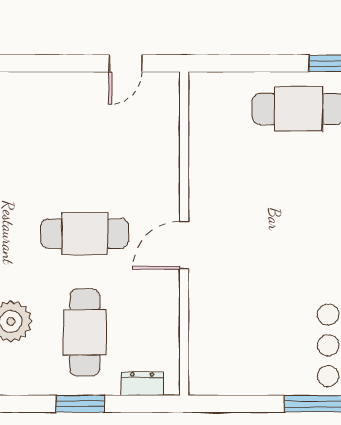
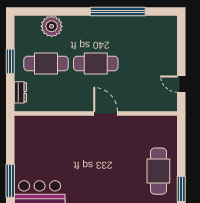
cafe table: (85, 234) -> (96, 64), turned 90
door: (184, 245) -> (106, 113), moved

